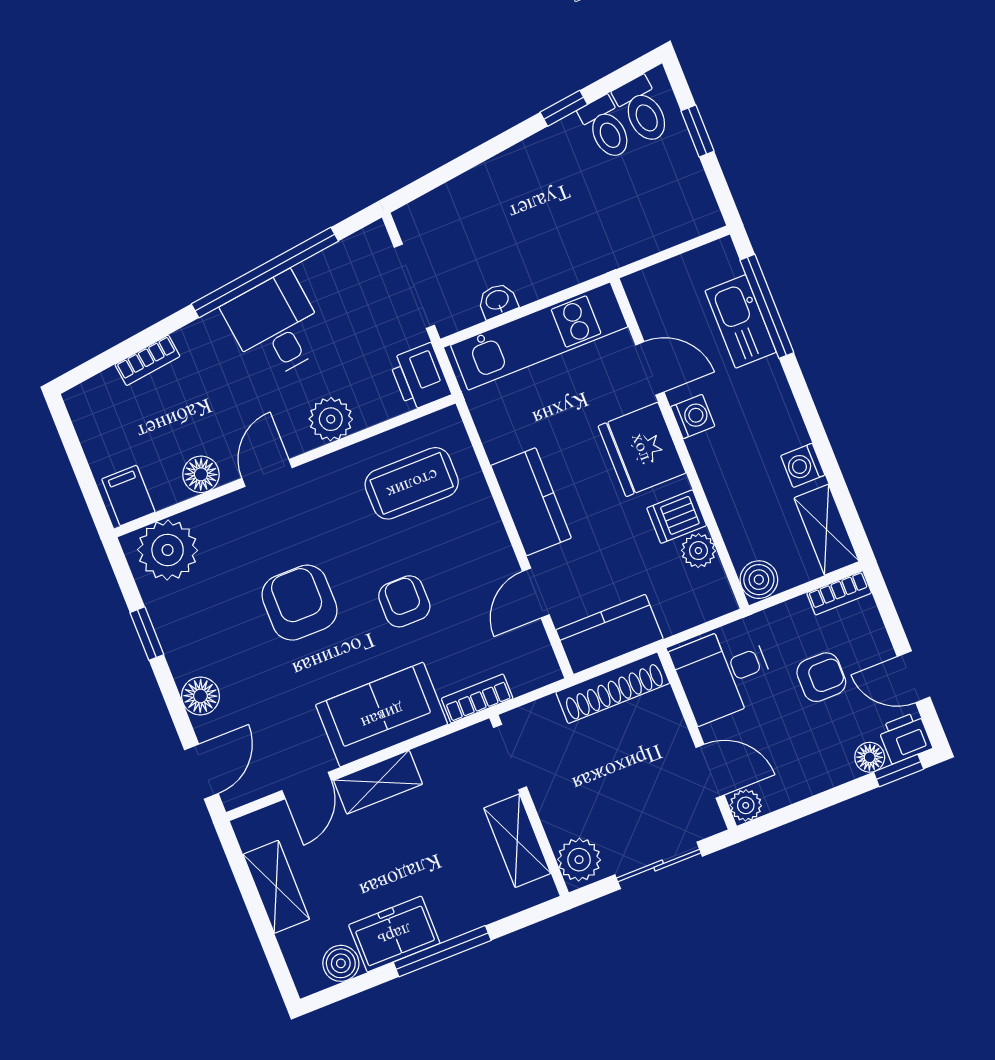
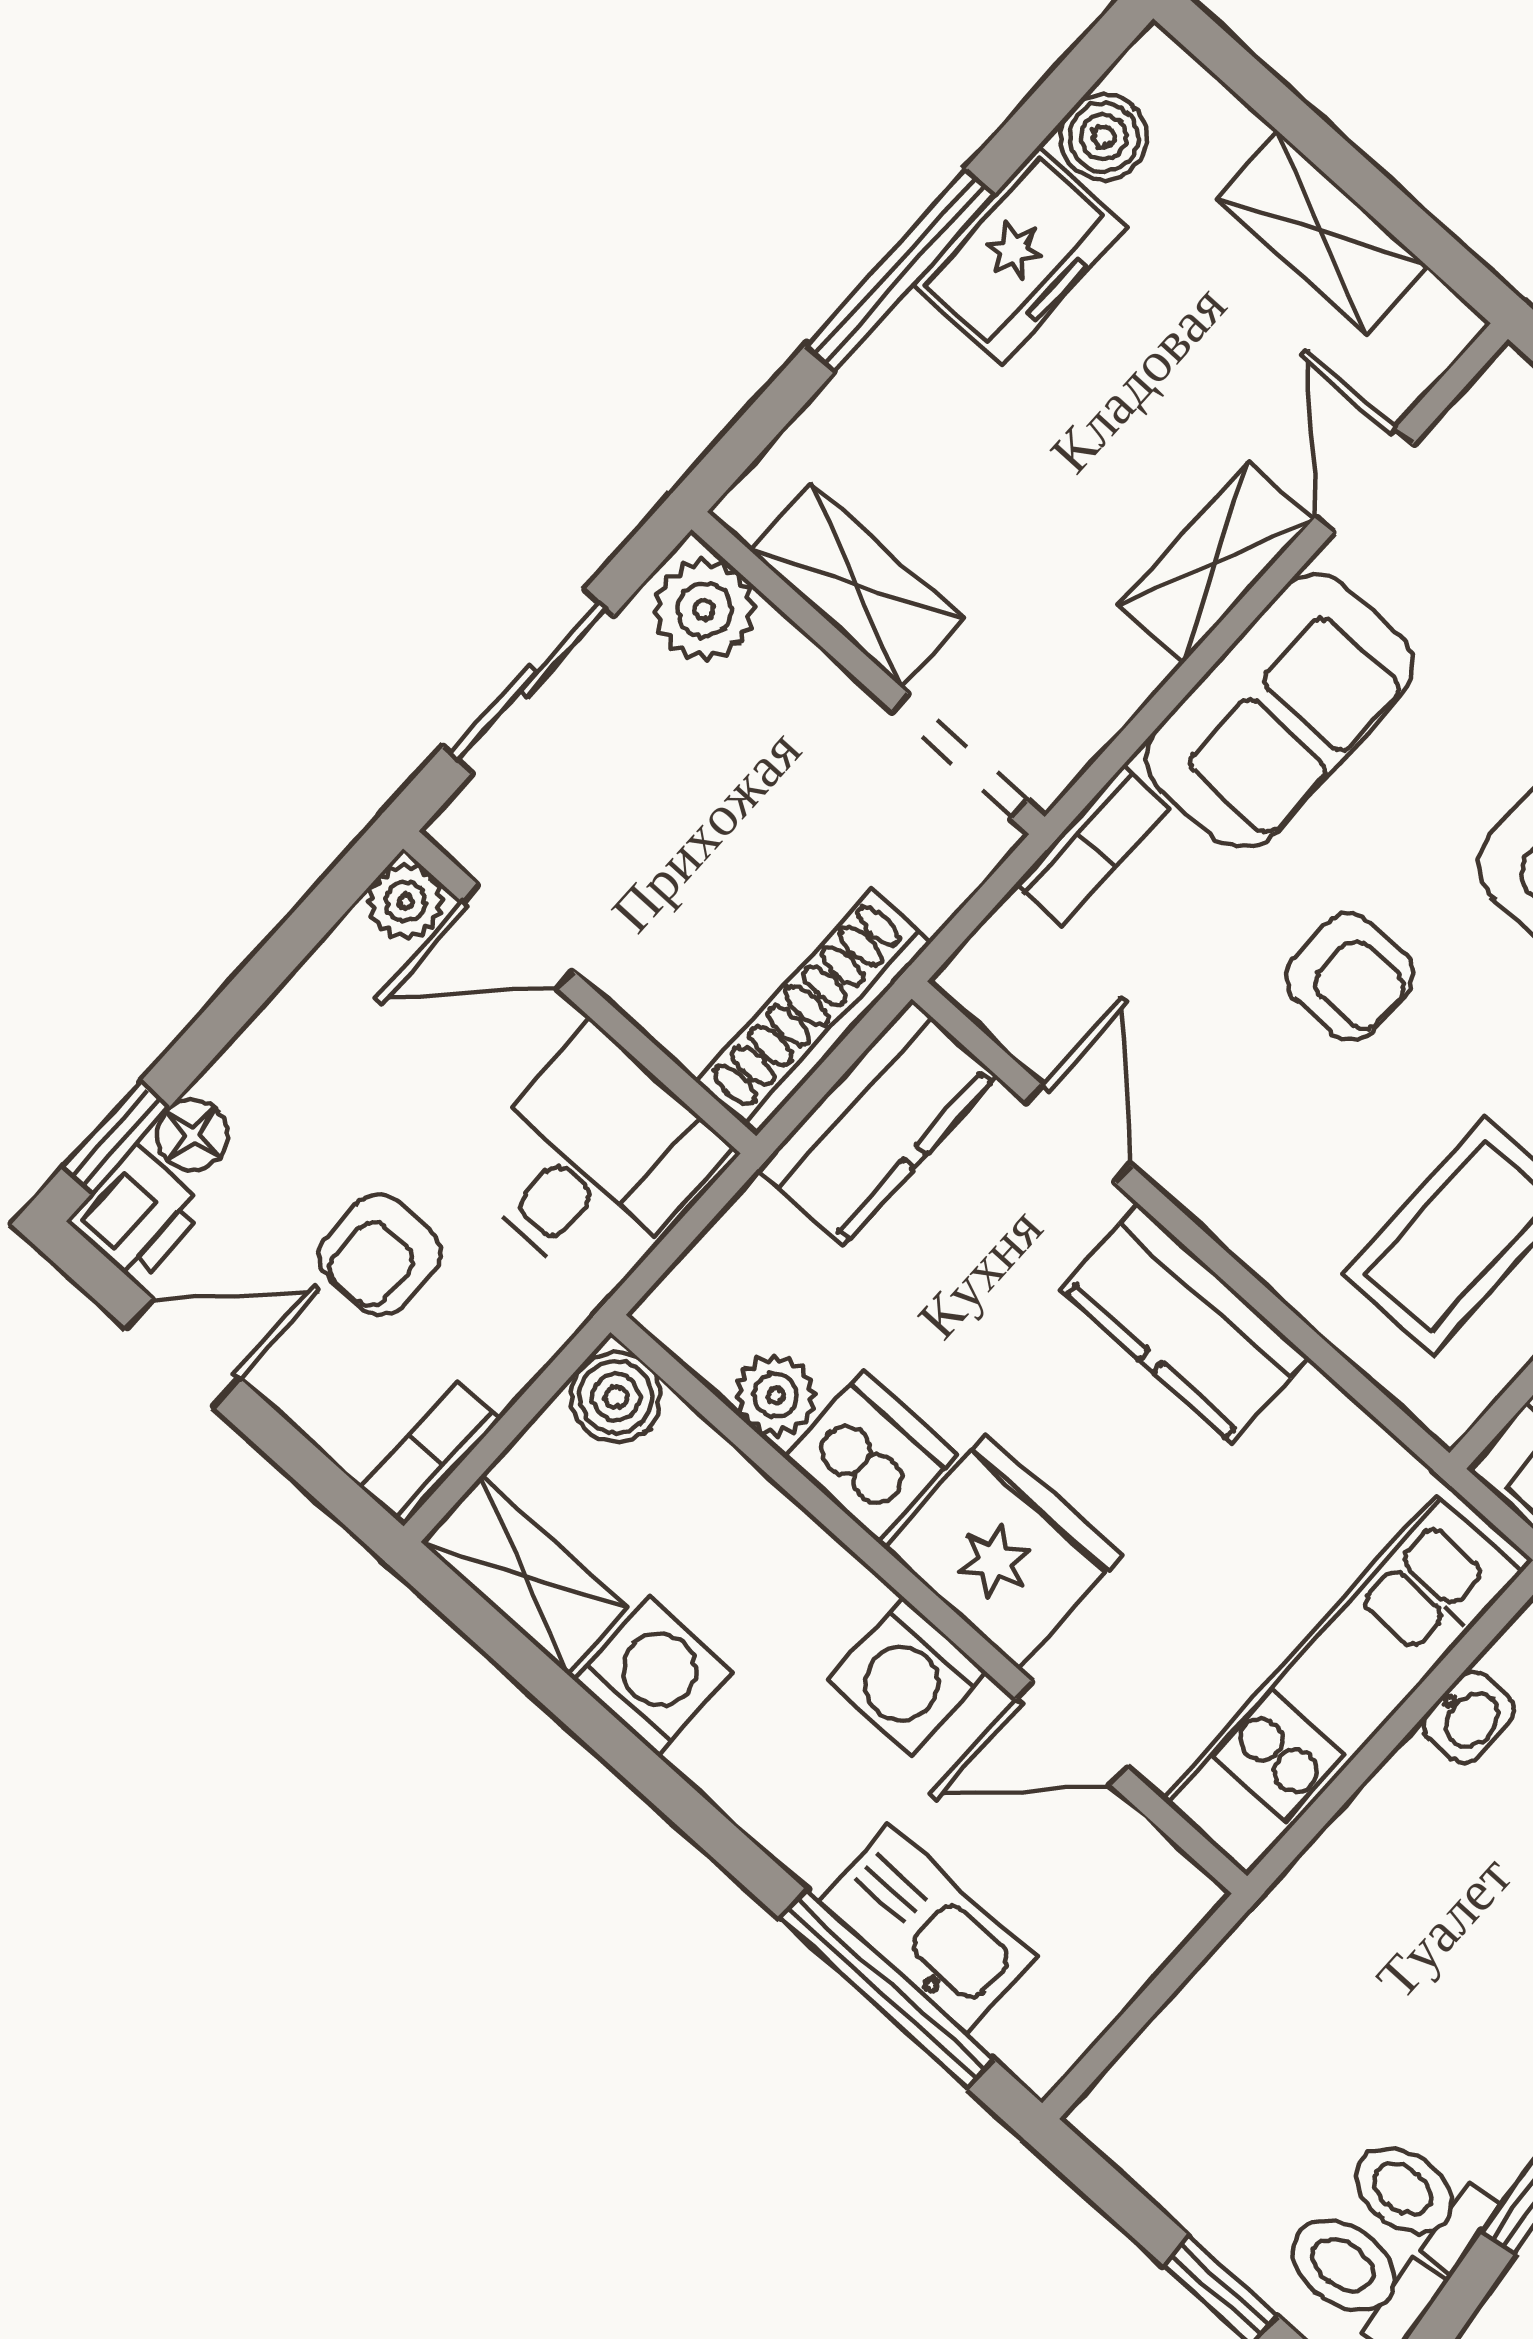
washing machine: (693, 416) -> (907, 1677), width x1.38, depth x1.38
washing machine: (803, 465) -> (653, 1676), width x1.38, depth x1.38
dishwasher: (677, 517) -> (871, 1457), width x1.38

